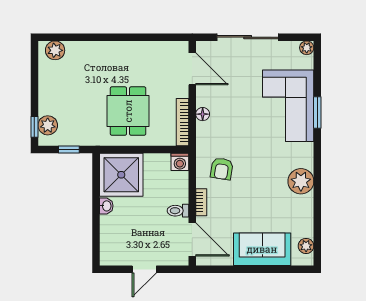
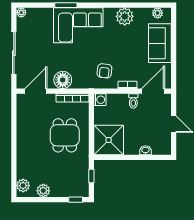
corner sofa: (288, 106) -> (78, 25), moved
dining table: (128, 111) -> (65, 135), turned 90
floor lamp: (203, 114) -> (63, 80), width x1.89, depth x1.89
plant: (48, 125) -> (43, 191), moved
armchair: (222, 169) -> (104, 71), turned 88
plant: (301, 181) -> (125, 16), moved
washbasin: (106, 206) -> (145, 150), moved

